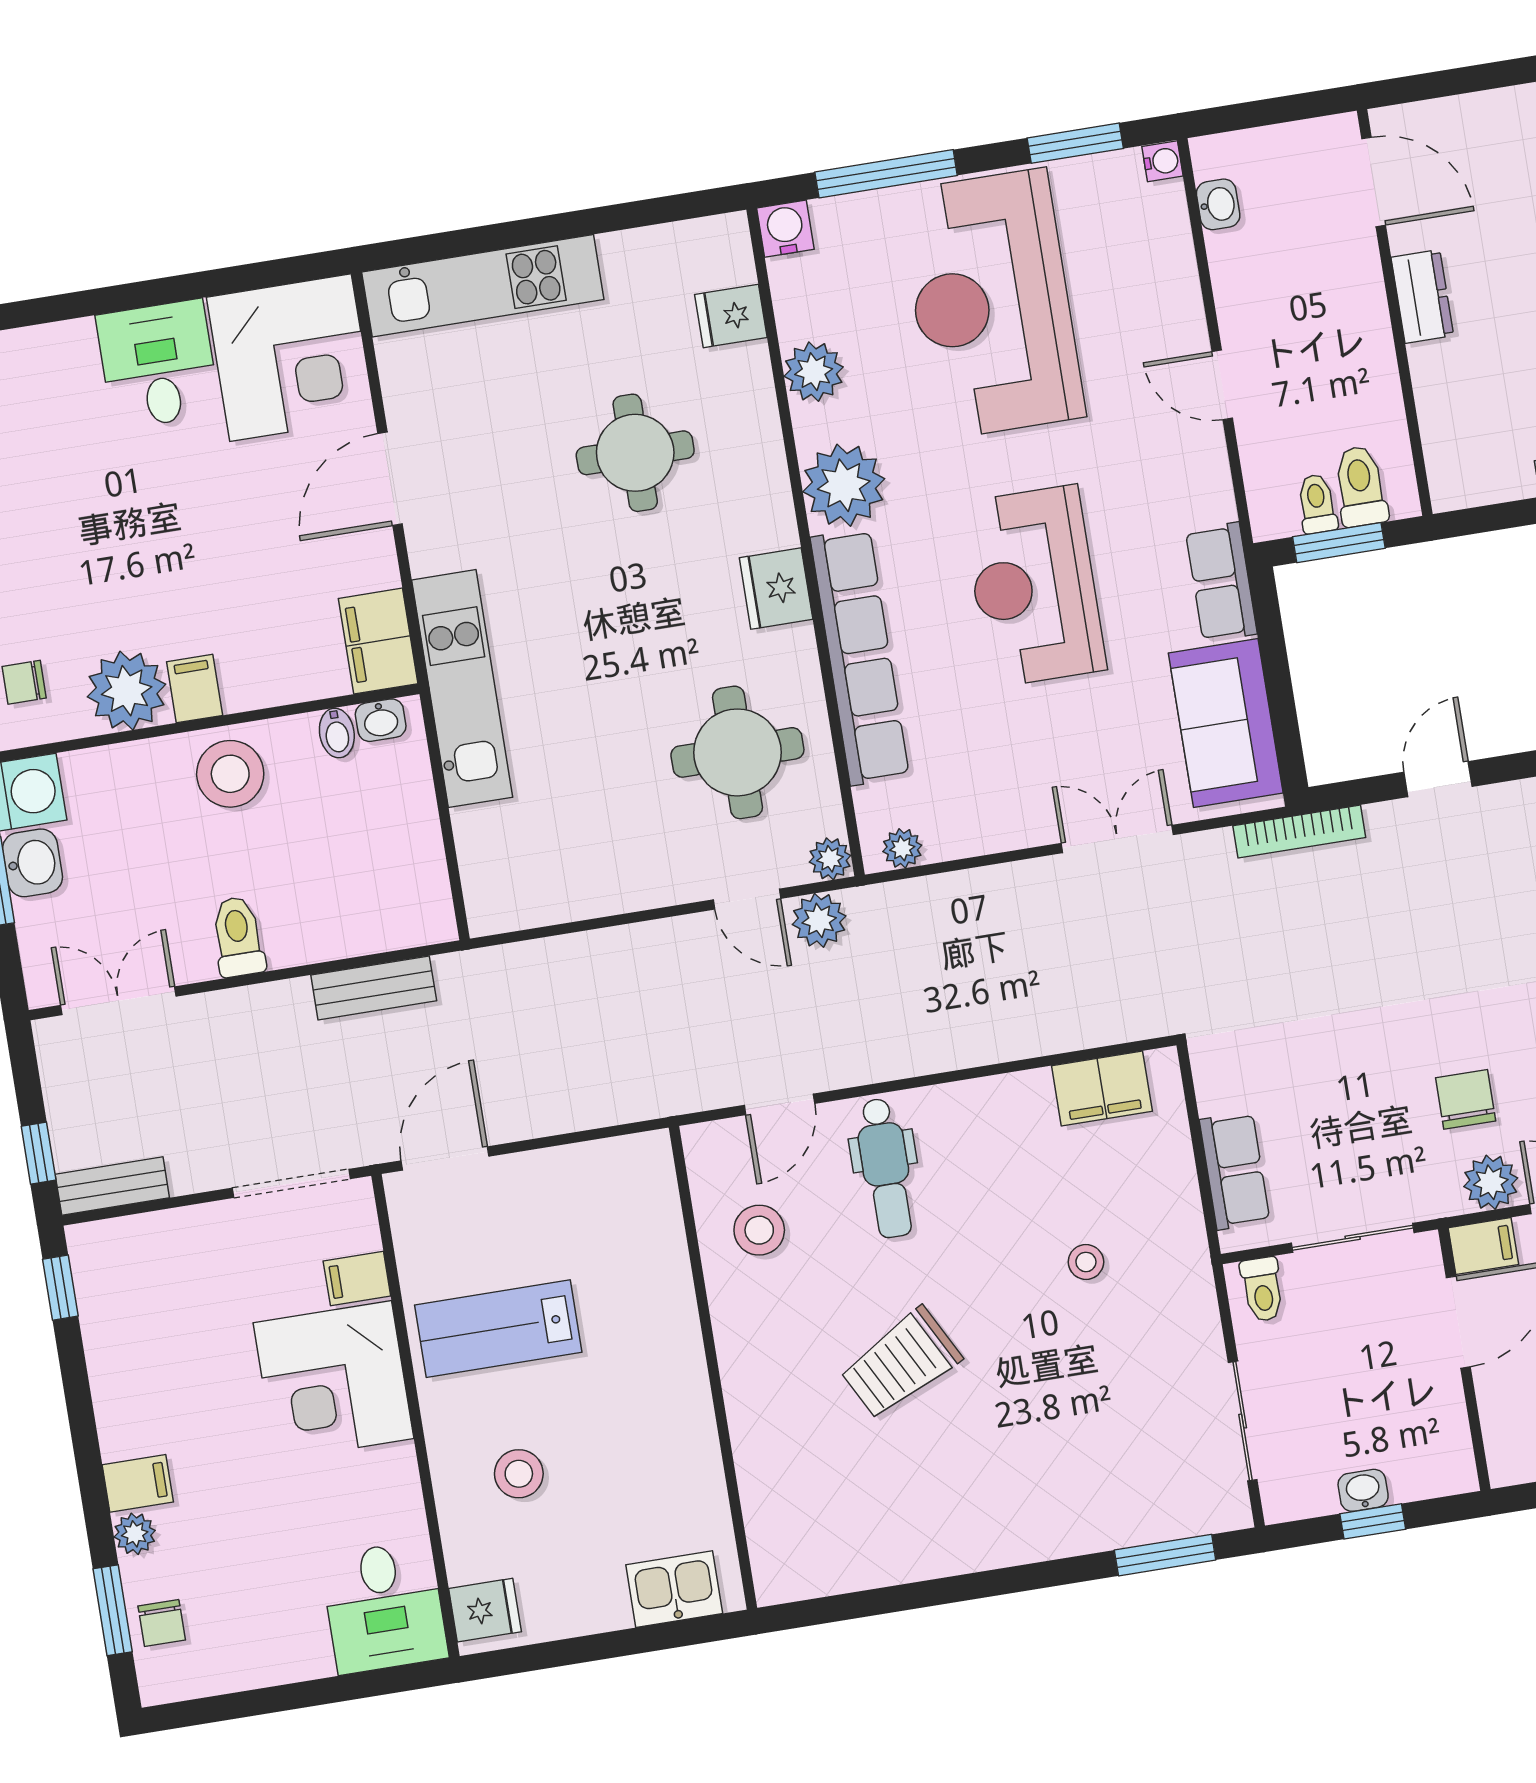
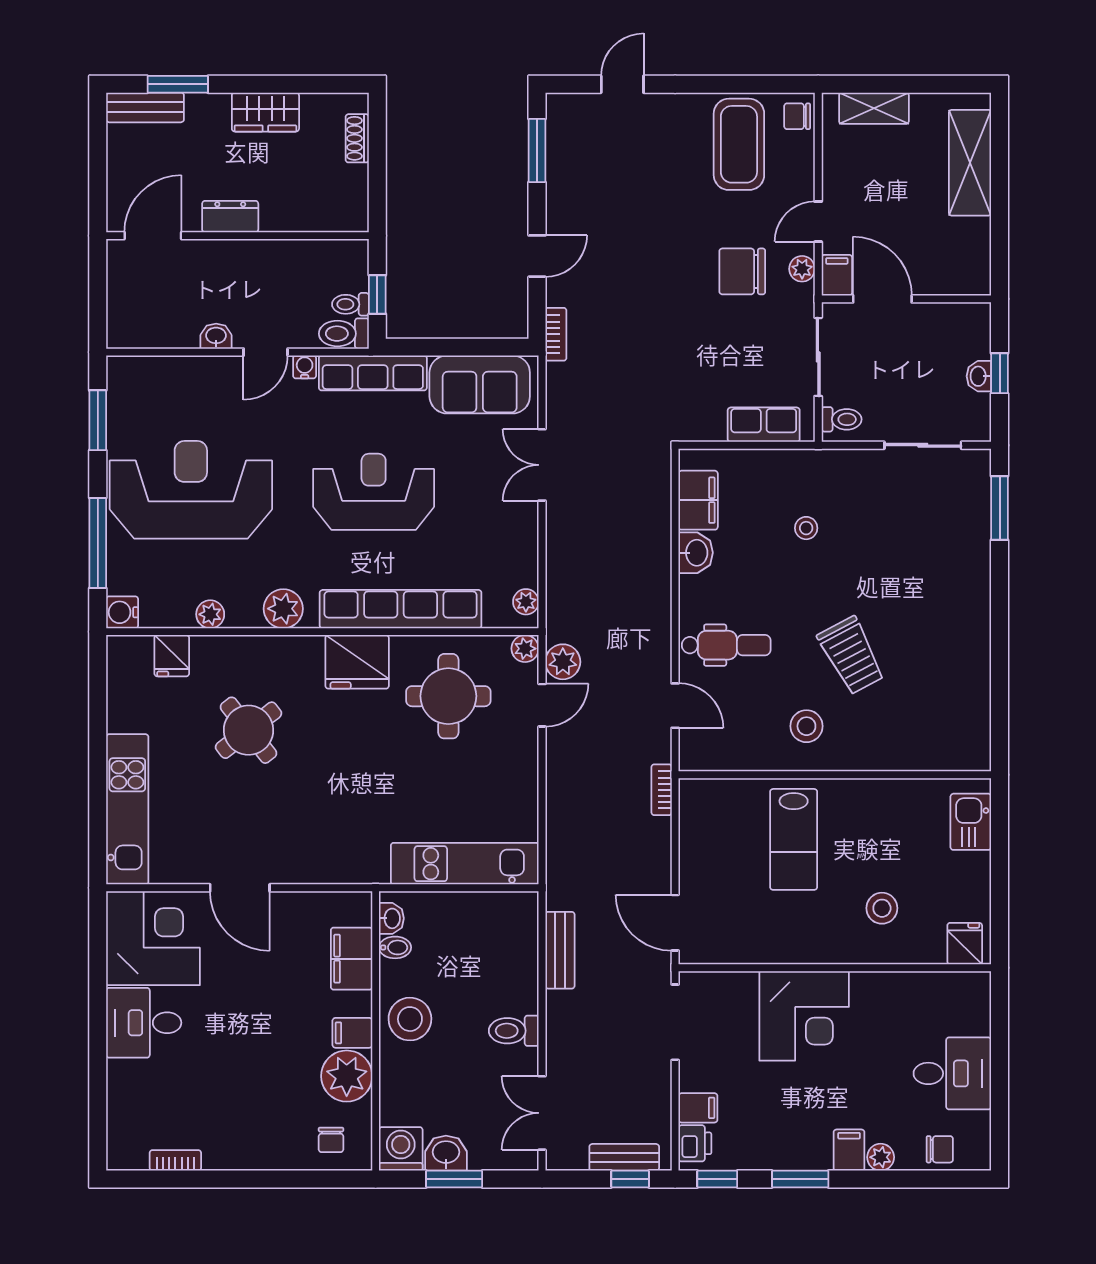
water cooler: (1162, 161) -> (305, 367), moved
washbasin: (1218, 204) -> (216, 336), moved
reception desk: (991, 304) -> (191, 490), turned 180
plant: (814, 372) -> (210, 614), width x0.73, depth x0.73
round table: (635, 453) -> (249, 730), turned -38
plant: (844, 485) -> (283, 609), width x0.73, depth x0.73
toilet: (1361, 486) -> (344, 334), moved
window: (1339, 543) -> (377, 294), width x0.67
row of seats: (1221, 582) -> (373, 373), width x1.48
reception desk: (1034, 586) -> (374, 492), turned 180
fridge: (776, 589) -> (357, 662), width x1.36, depth x1.34
filing cabinet: (378, 641) -> (352, 959), moved, turned 90
kitchen unit: (462, 689) -> (465, 864), moved
door: (1438, 779) -> (537, 256), swing flipped
bookcase: (1299, 832) -> (556, 334), width x0.64
washbasin: (1020, 1098) -> (696, 553), added
chair: (1466, 1099) -> (742, 271), width x1.37, depth x1.37
bookcase: (646, 1104) -> (662, 790), added
plant: (1491, 1182) -> (802, 269), width x0.73, depth x0.73
bench: (112, 1186) -> (624, 1157), moved, turned 90
stool: (759, 1230) -> (806, 726), moved
printer: (110, 1244) -> (695, 1143), added
filing cabinet: (357, 1279) -> (698, 1108), moved, turned -90
lab bench: (498, 1329) -> (794, 839), moved
desk: (384, 1607) -> (952, 1073), moved
window: (113, 1610) -> (800, 1179), moved

